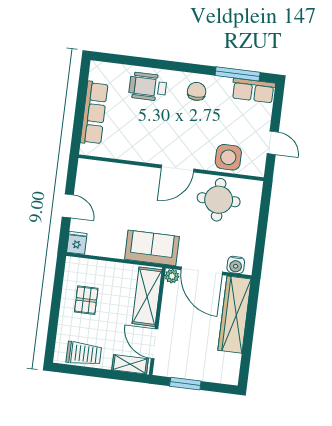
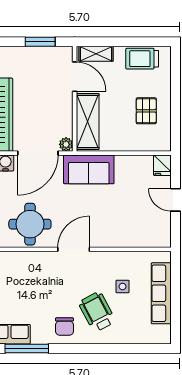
wheelchair: (148, 87) -> (97, 312), moved, turned -118
side table: (228, 157) -> (123, 286), moved, width x0.54, depth x0.54
door: (202, 271) -> (38, 153), swing flipped

